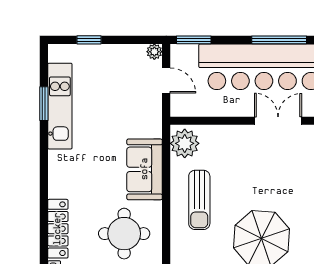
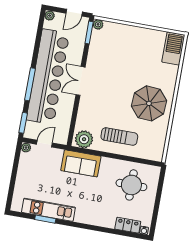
window: (89, 40) -> (12, 185), removed
window: (279, 40) -> (30, 84), moved
sofa: (145, 169) -> (81, 163), moved
locker: (58, 229) -> (128, 225), width x0.66

